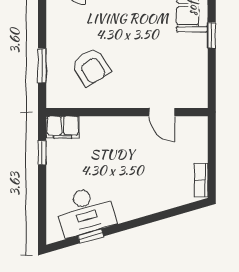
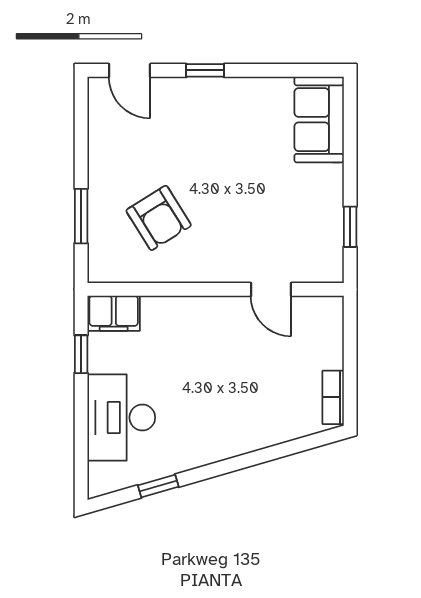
window: (212, 35) -> (350, 227), moved
desk: (85, 211) -> (121, 418), moved, turned 106

